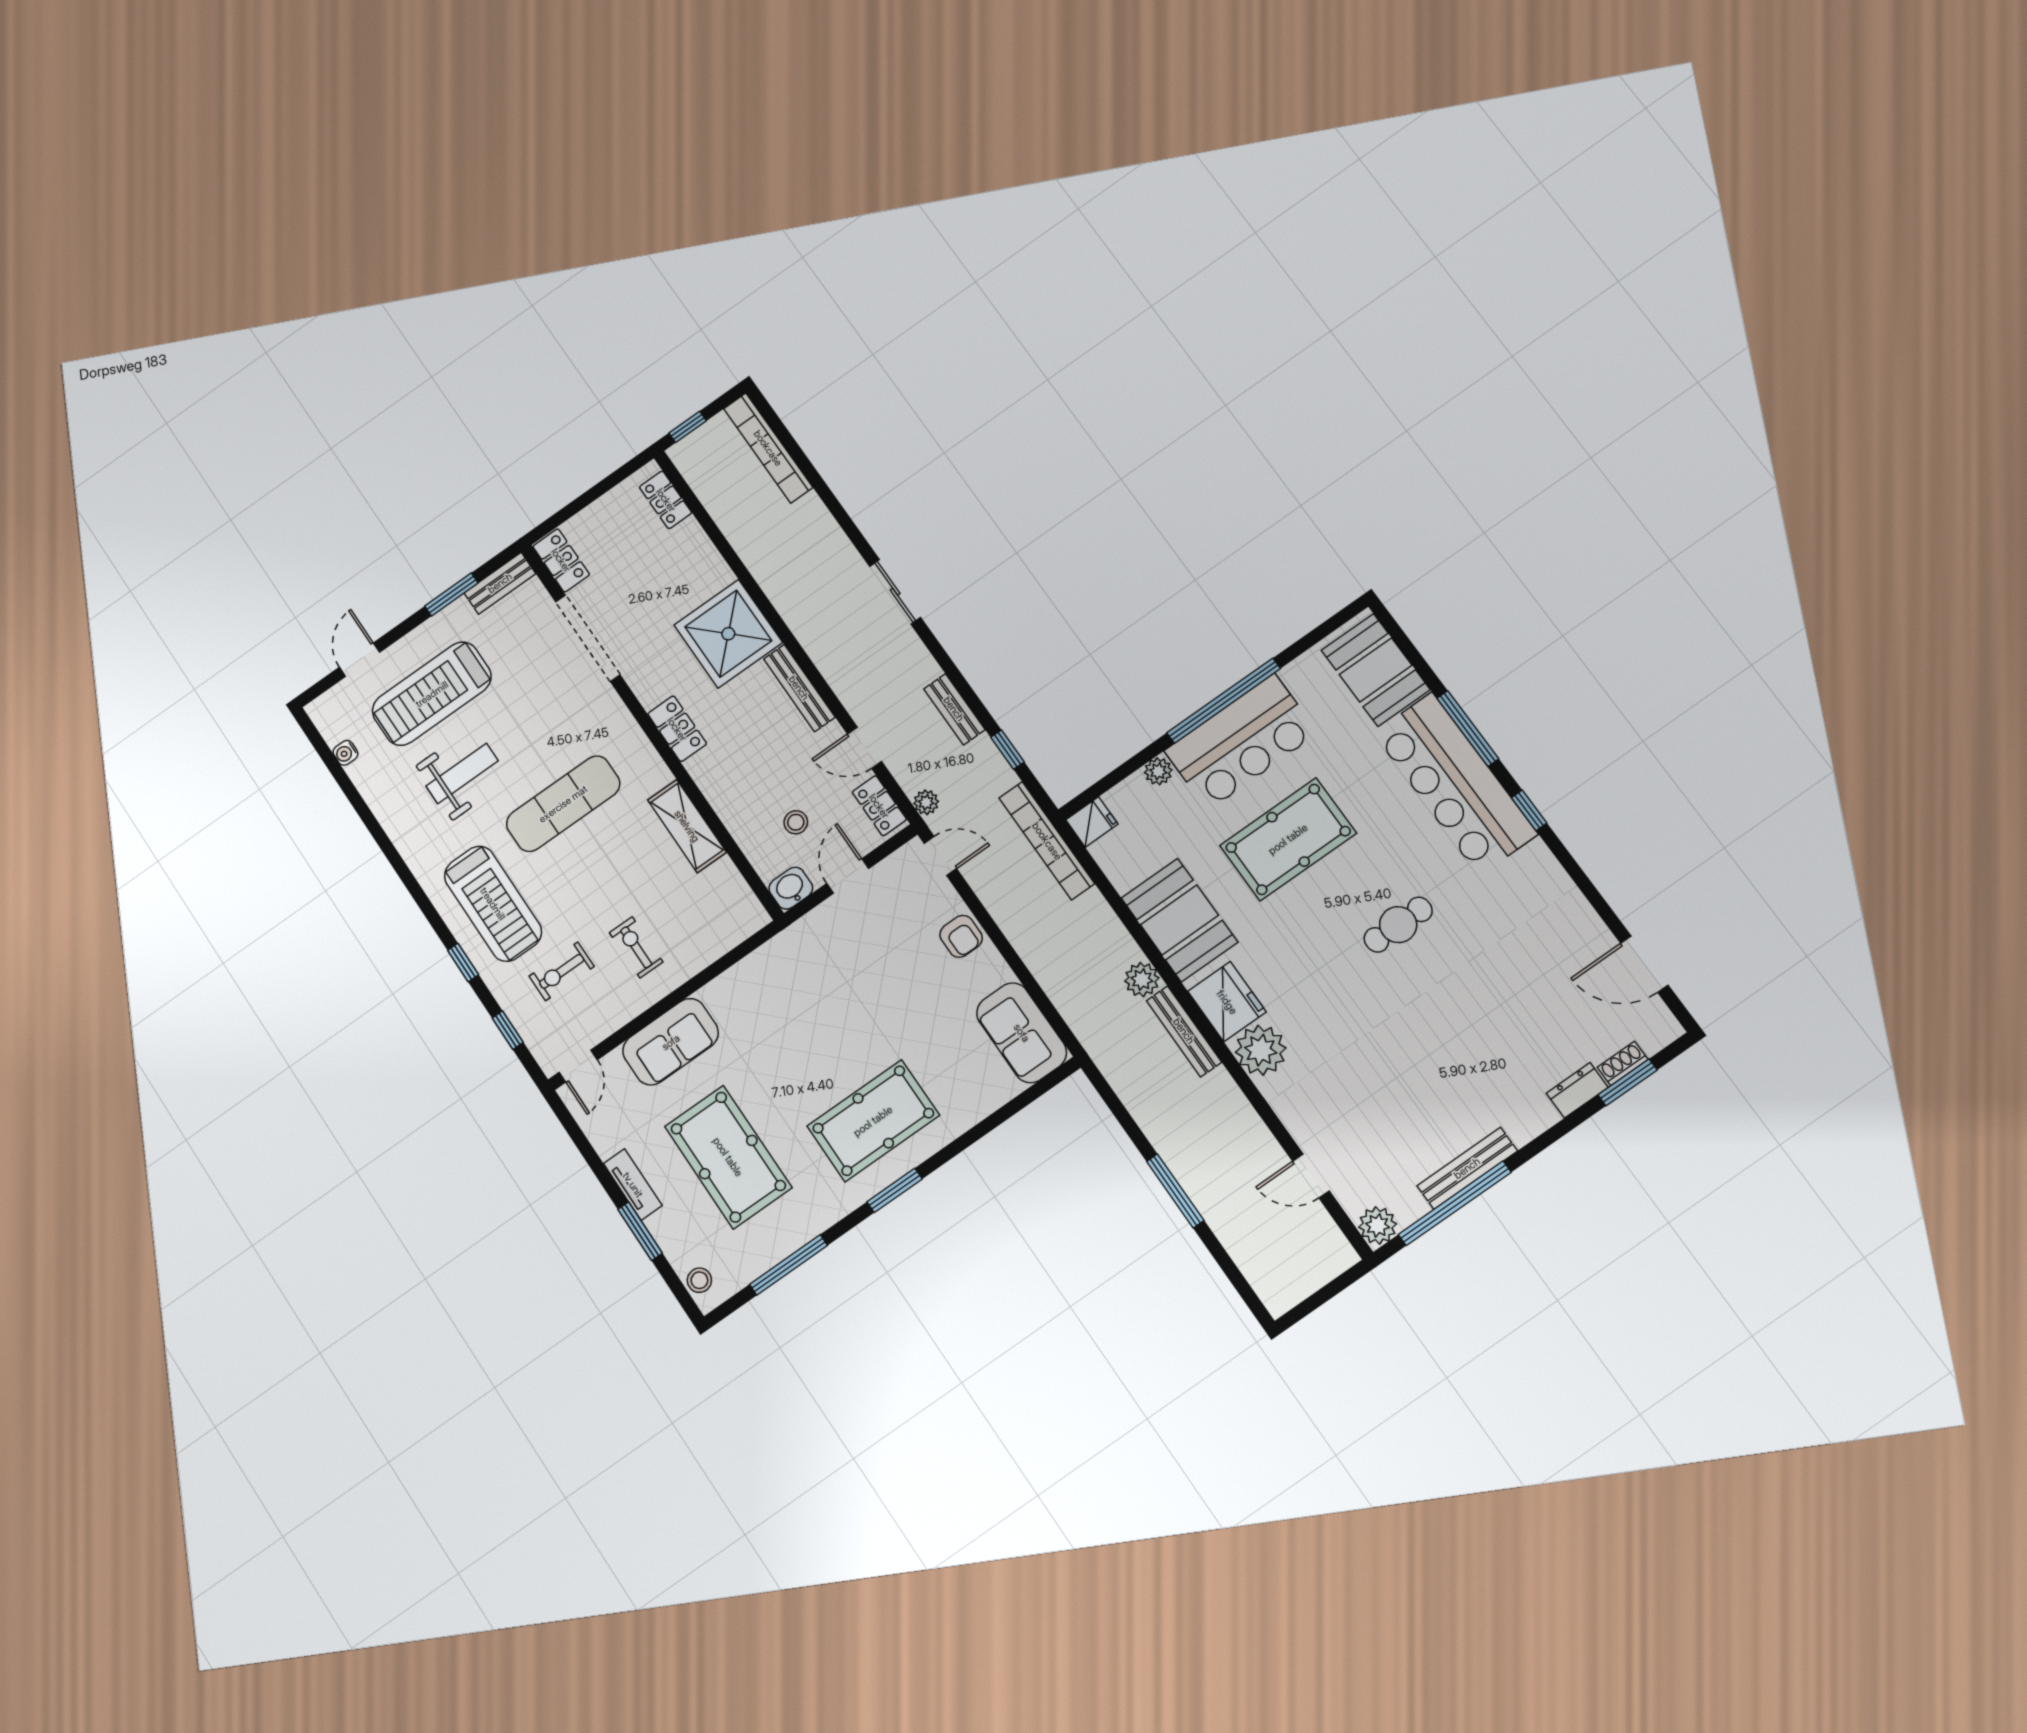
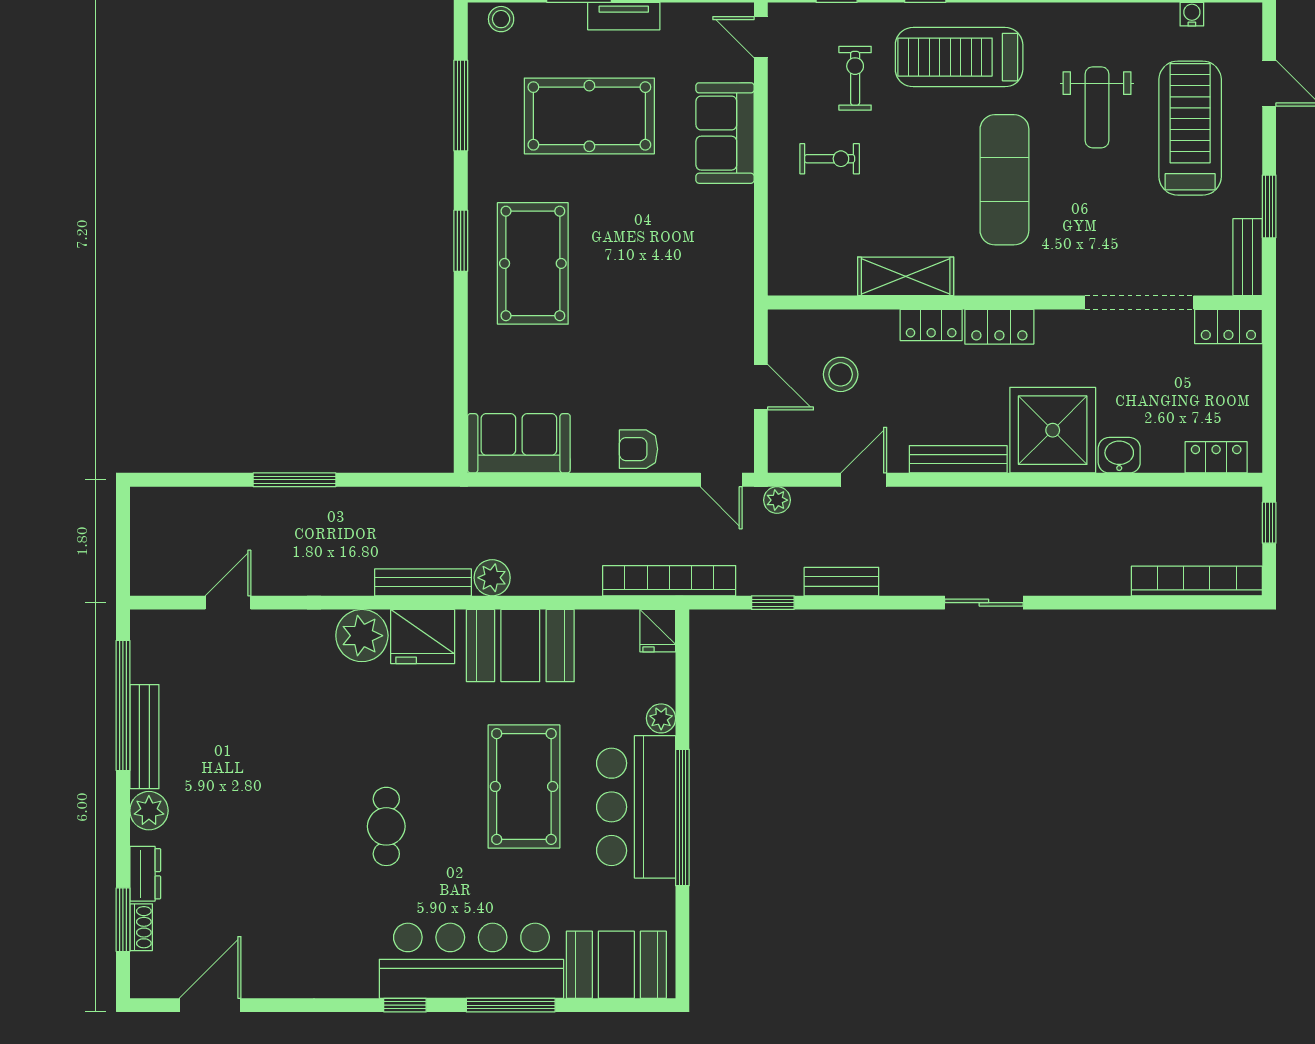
locker: (879, 806) -> (931, 325), moved, turned 180
stool: (796, 822) -> (841, 374), width x1.37, depth x1.37
door: (940, 856) -> (721, 480), hinge flipped
washbasin: (791, 888) -> (1119, 455), moved, turned -90
plant: (1378, 1225) -> (149, 811), moved

